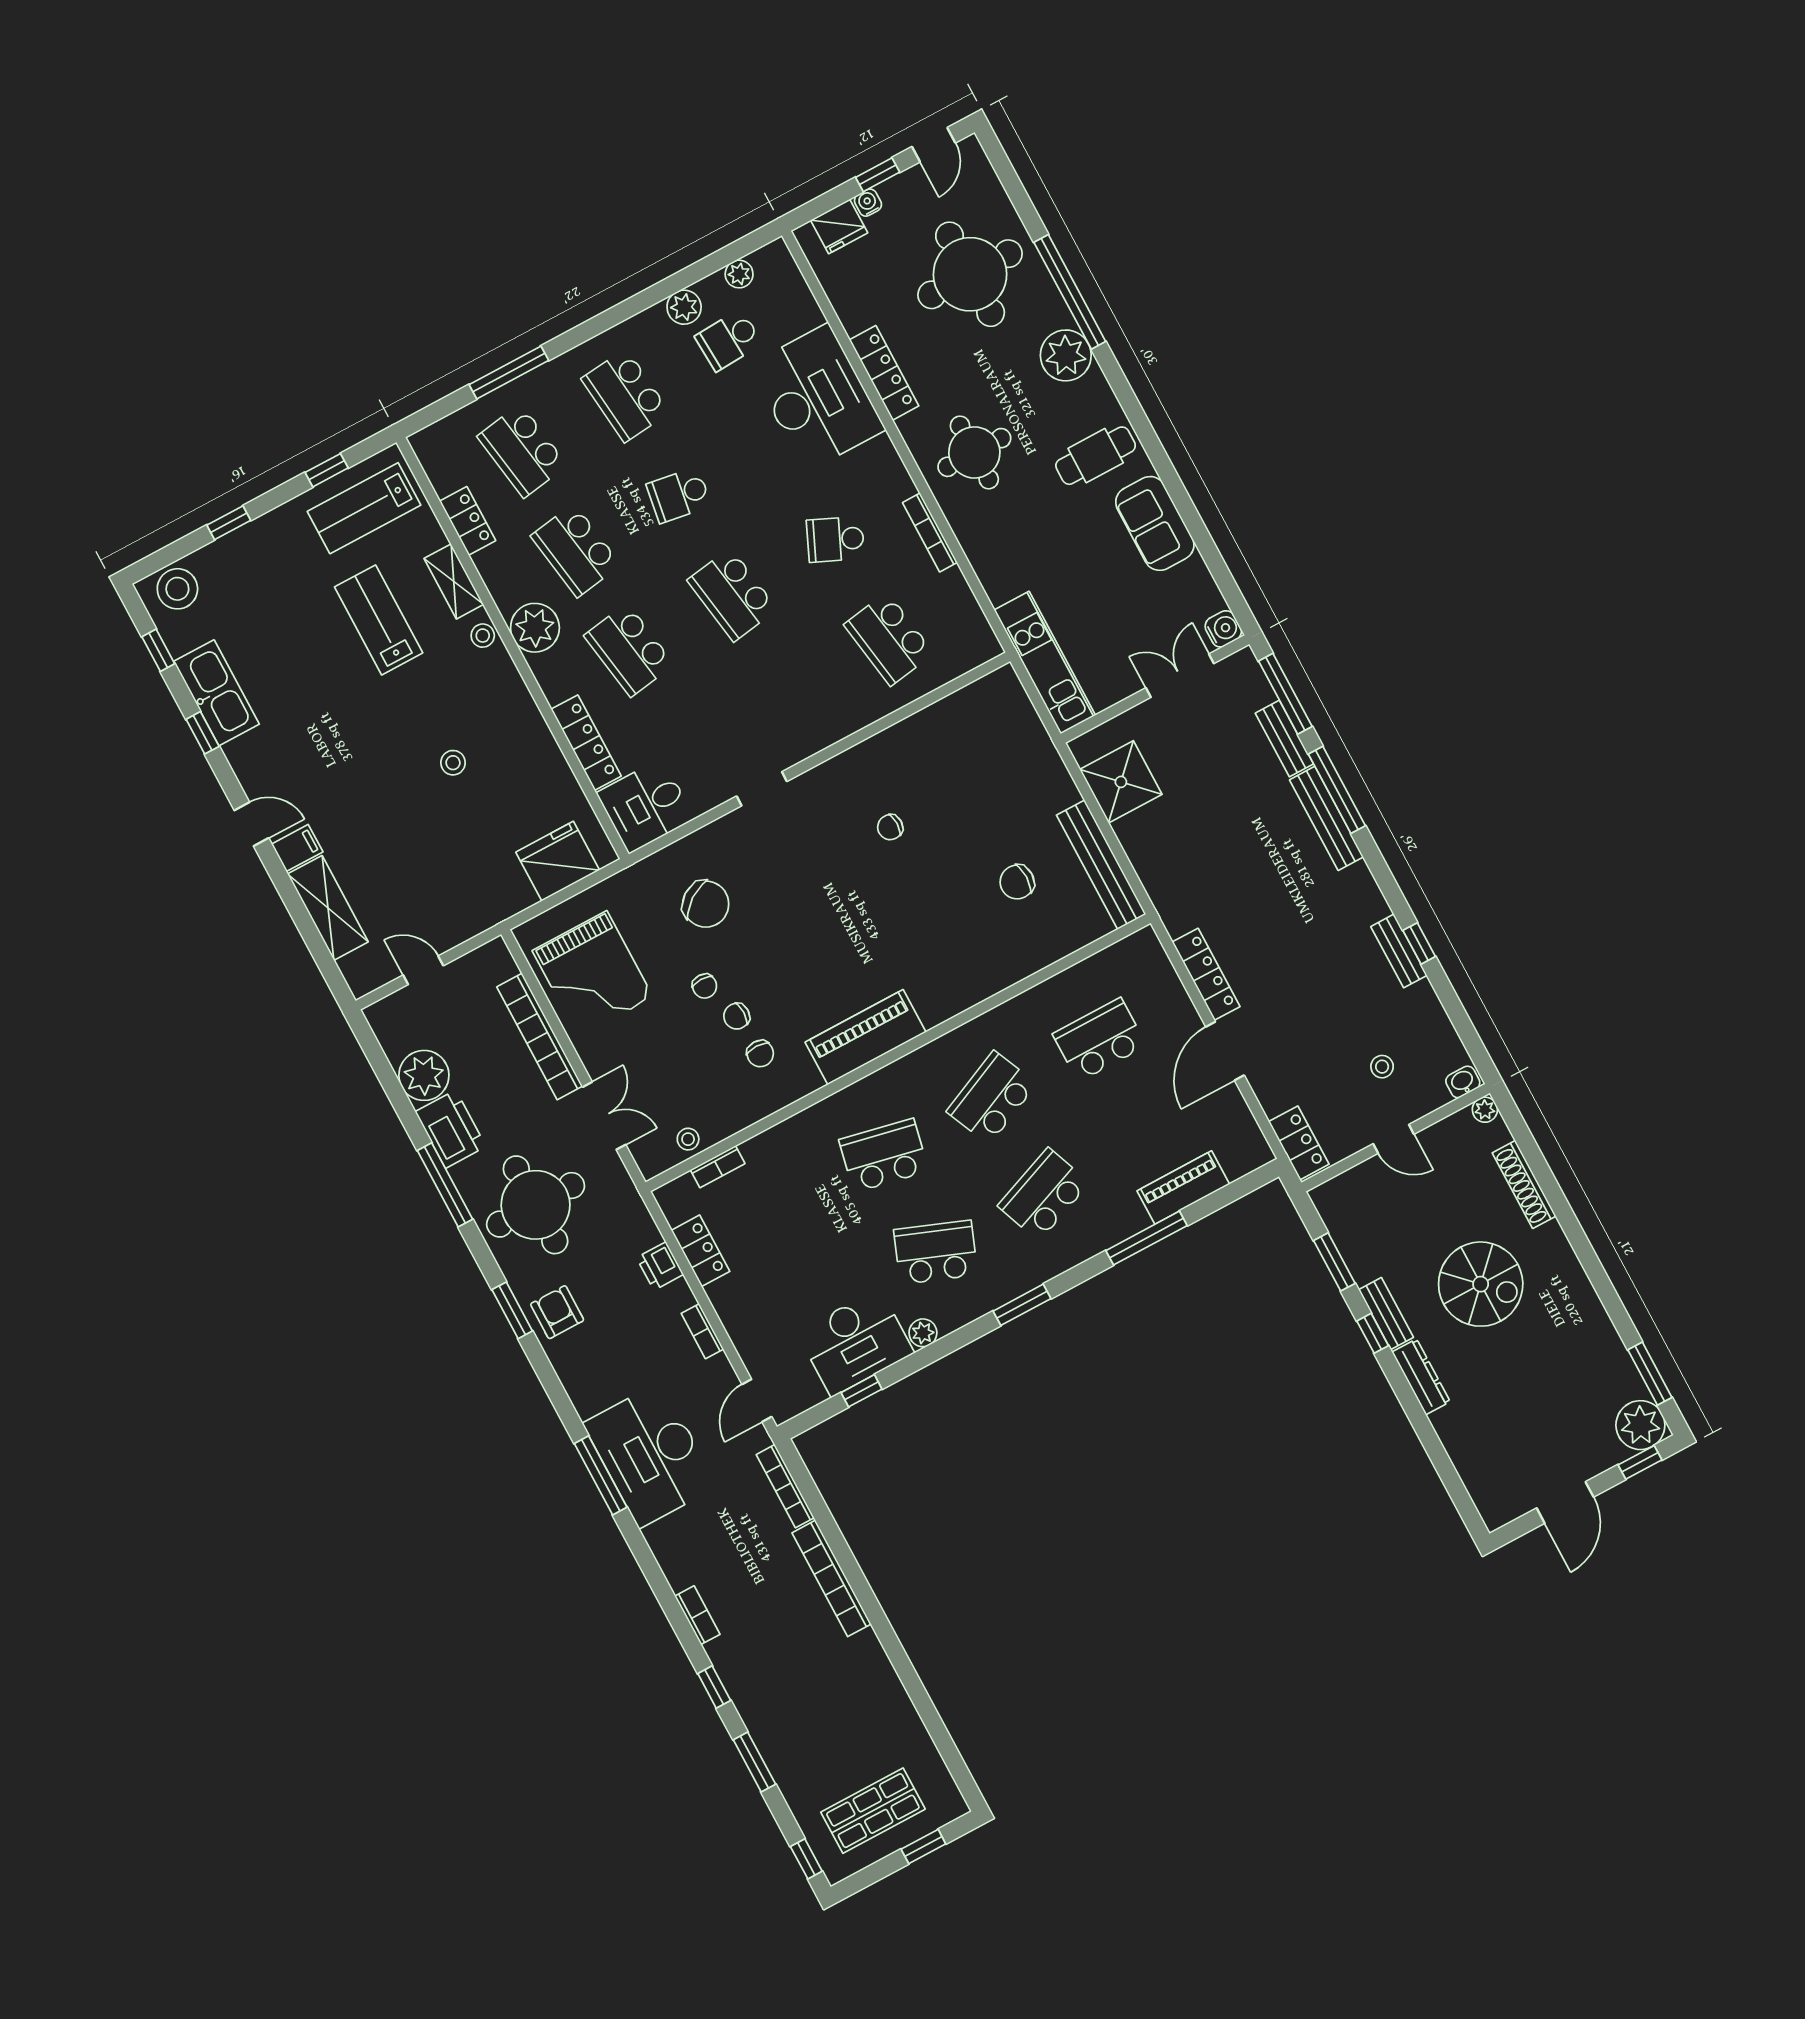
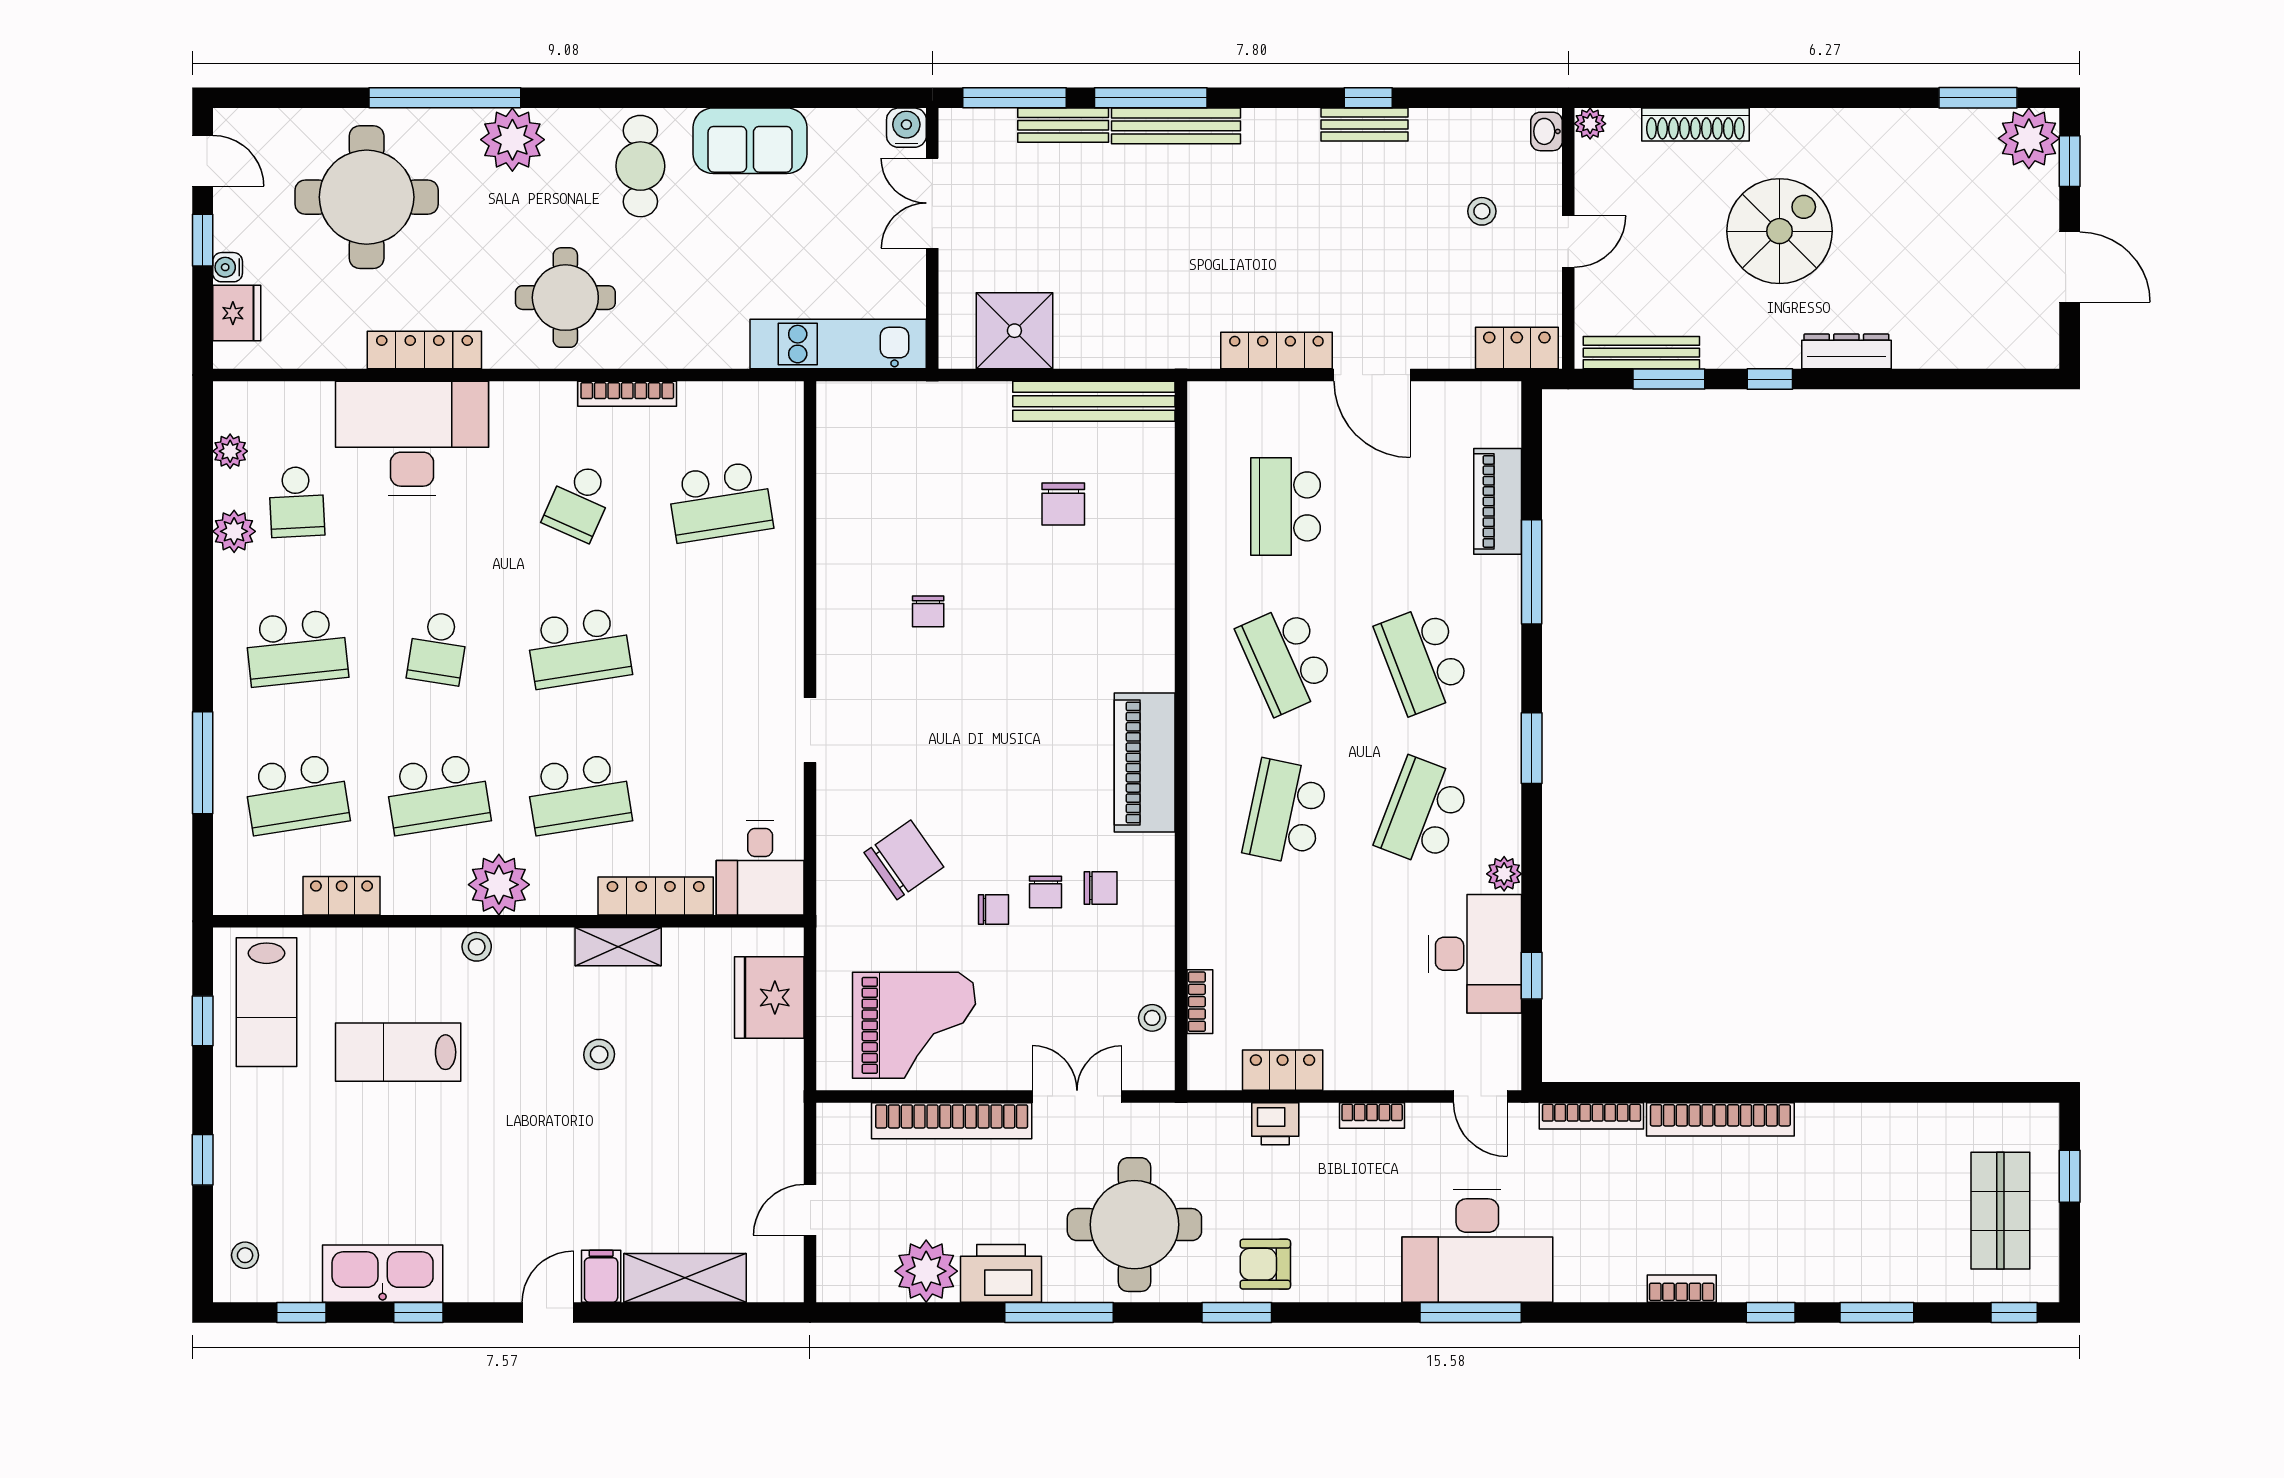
shelving: (454, 581) -> (618, 947), moved
stool: (177, 589) -> (245, 1255), width x0.53, depth x0.53
bench: (1386, 1314) -> (1641, 353), moved, width x1.36

